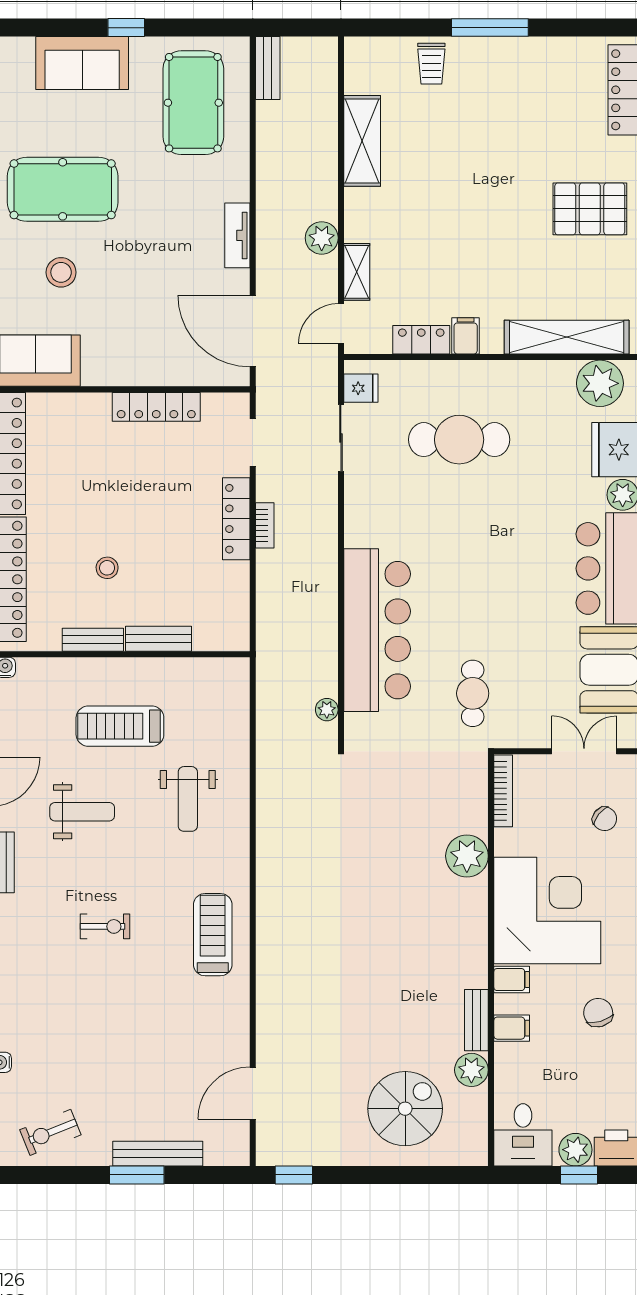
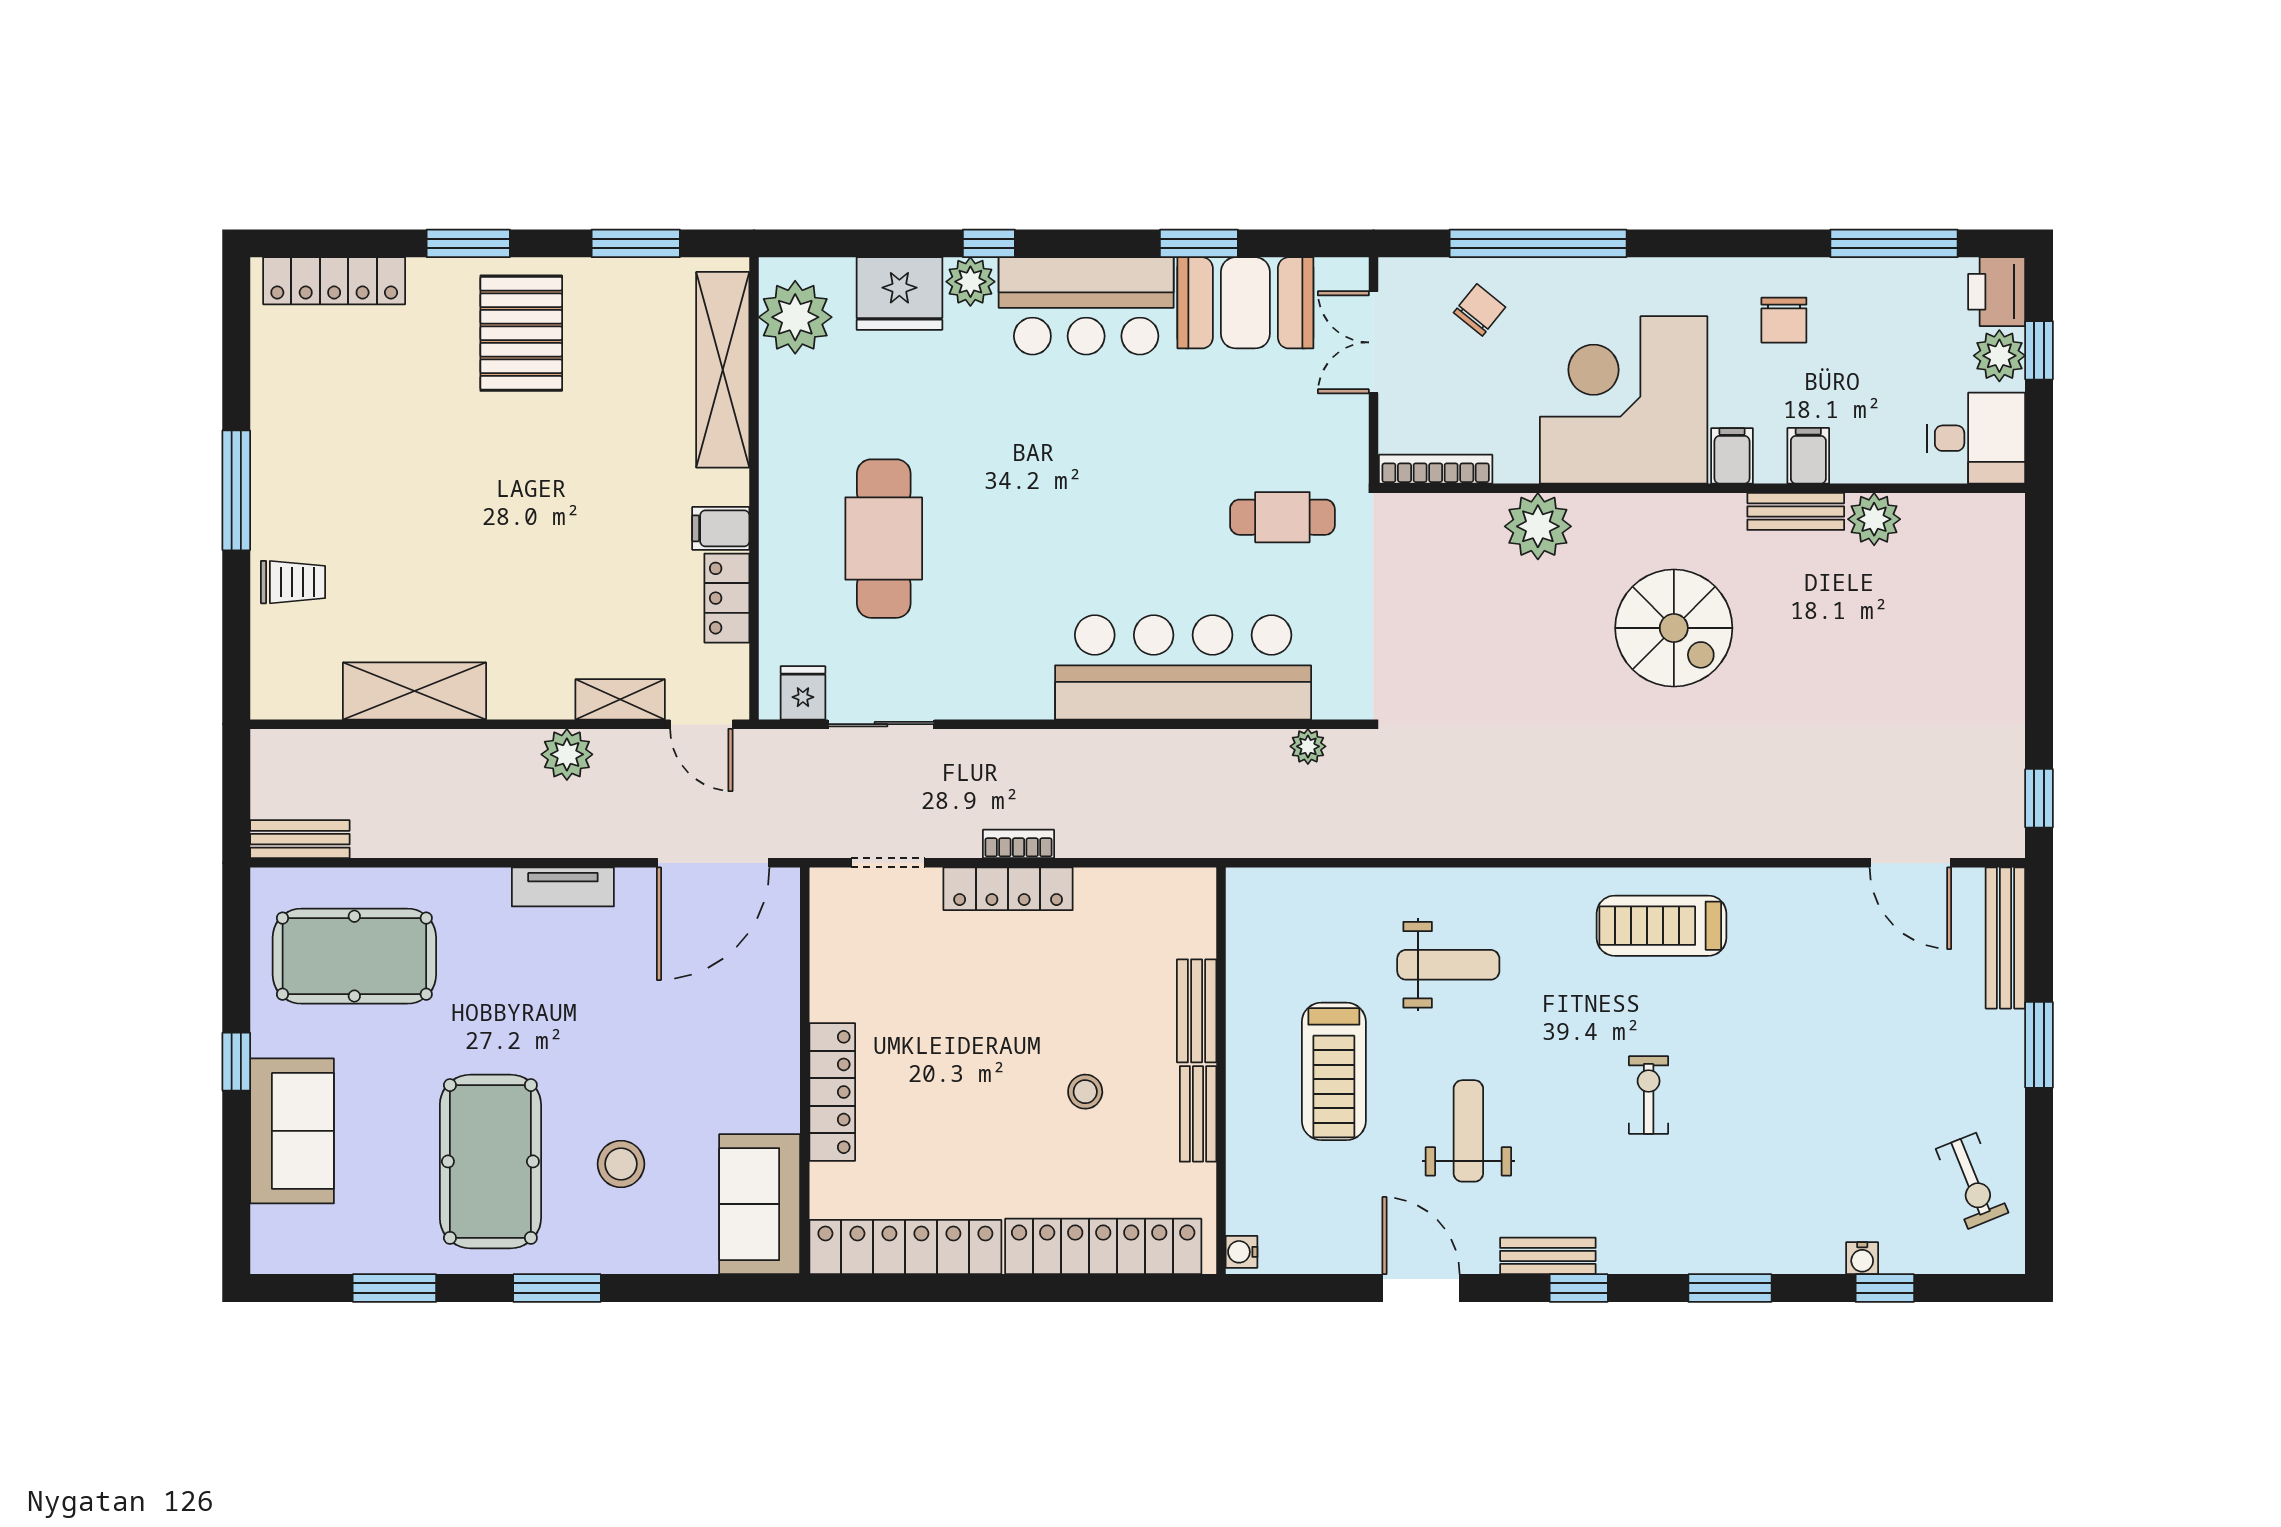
locker: (156, 407) -> (832, 1092), moved
chair: (598, 1013) -> (1784, 320), turned -74
spiral stairs: (405, 1109) -> (1674, 628), moved, turned 180
bench: (158, 1154) -> (2005, 938), moved

